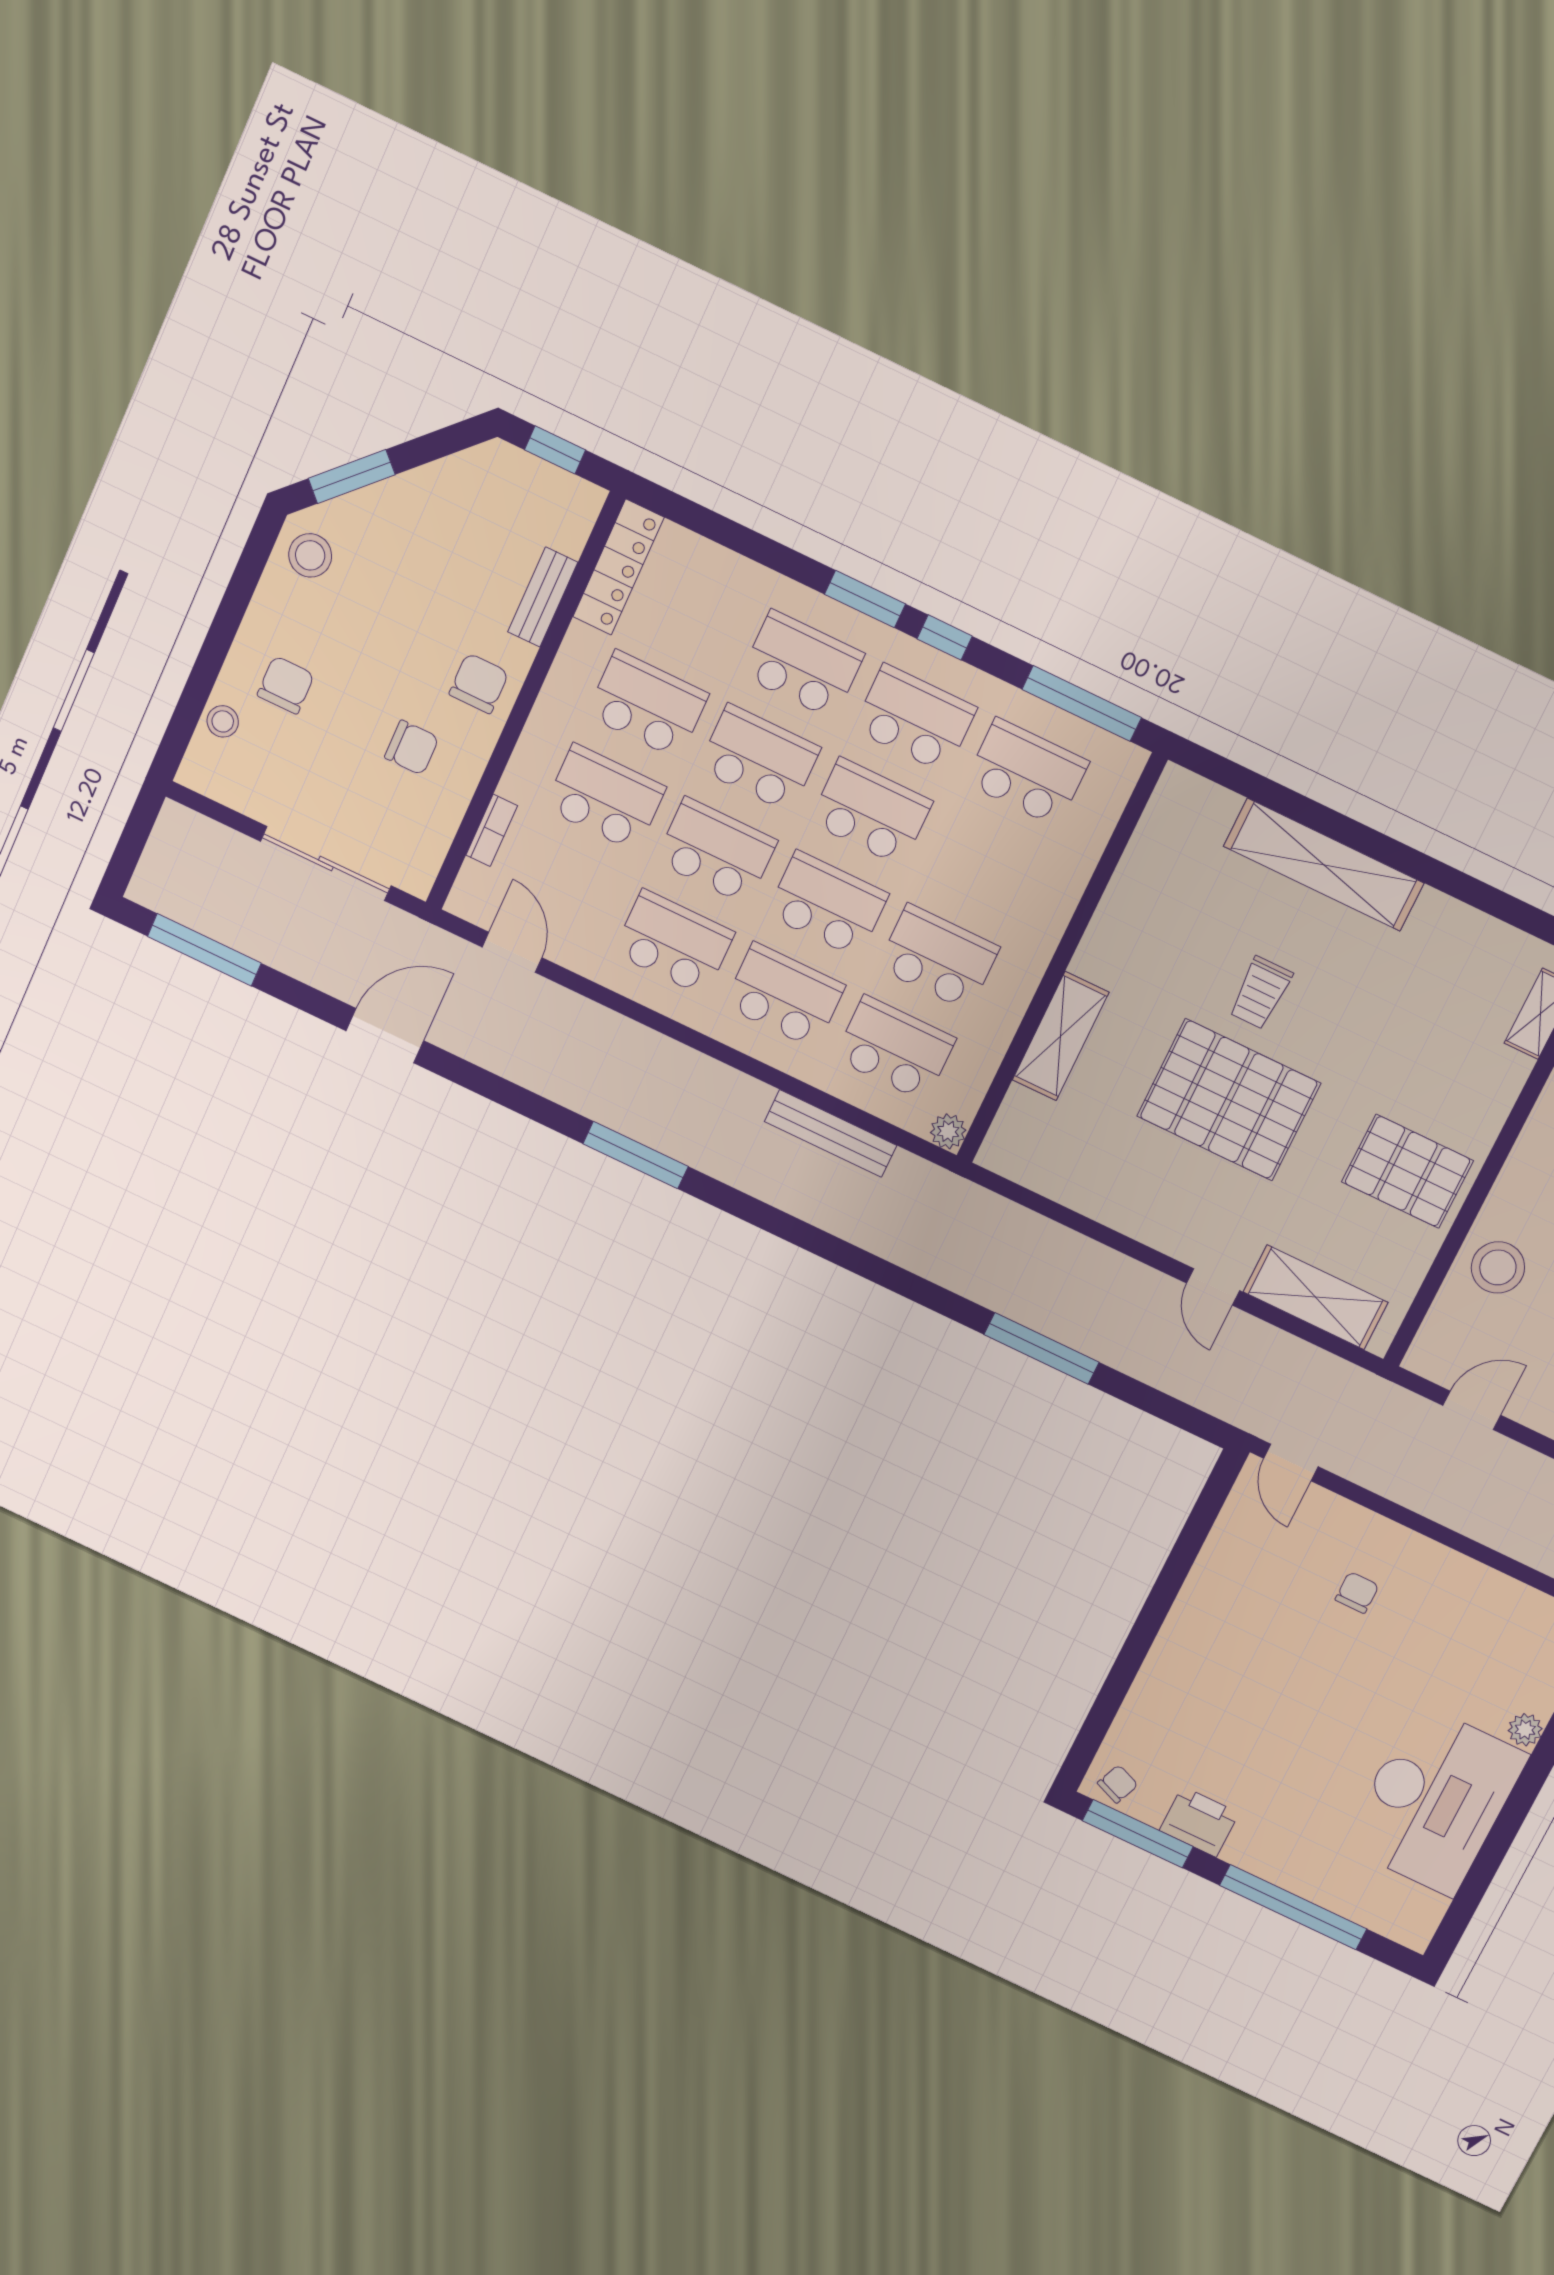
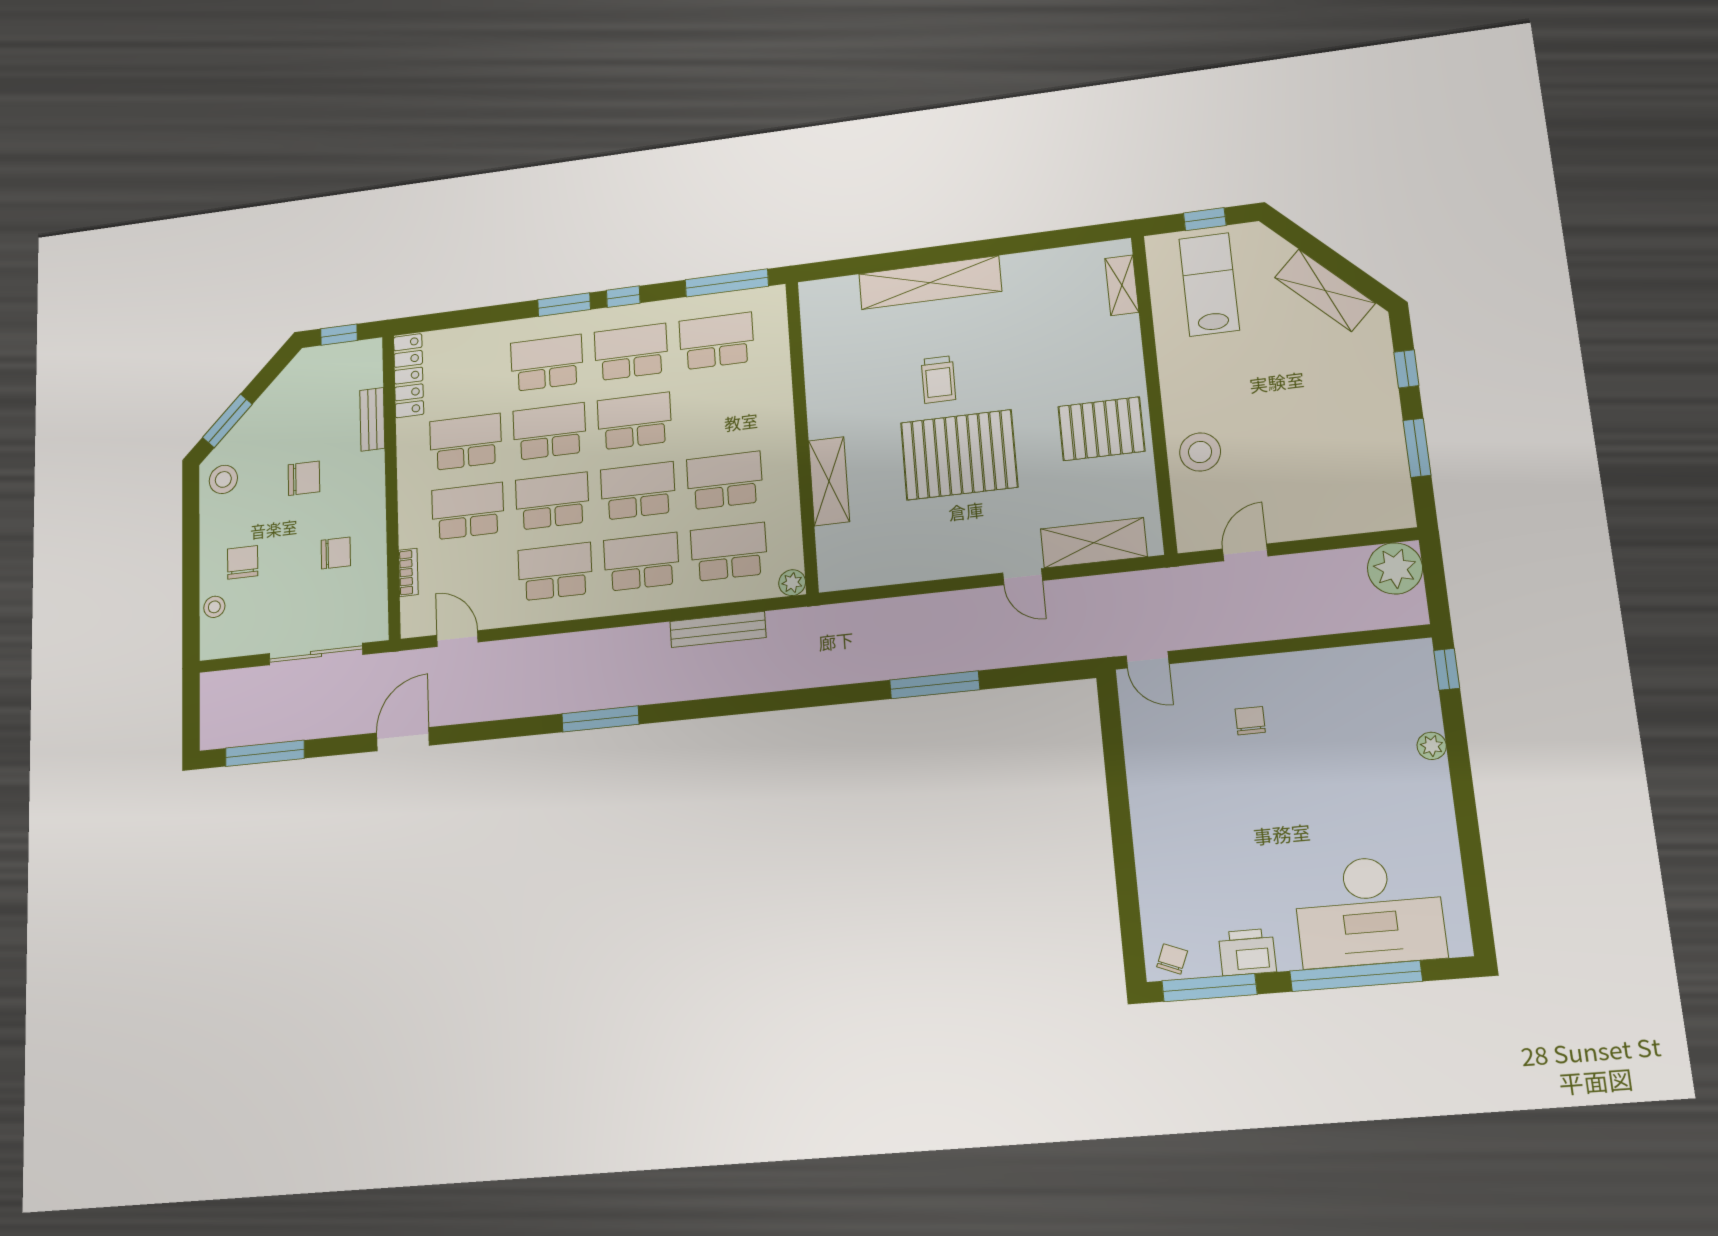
chair: (479, 683) -> (304, 478), moved, turned 90
desk: (1435, 1800) -> (1369, 911), moved, turned 90

